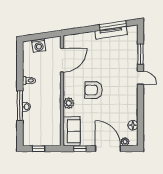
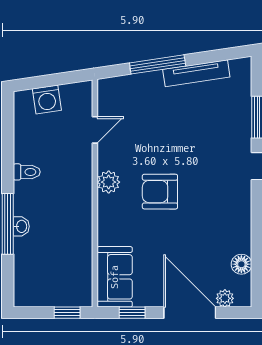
window: (113, 25) -> (158, 64), moved
door: (62, 60) -> (95, 130), width x0.53
plant: (69, 103) -> (109, 182), moved
window: (39, 149) -> (67, 313), moved

